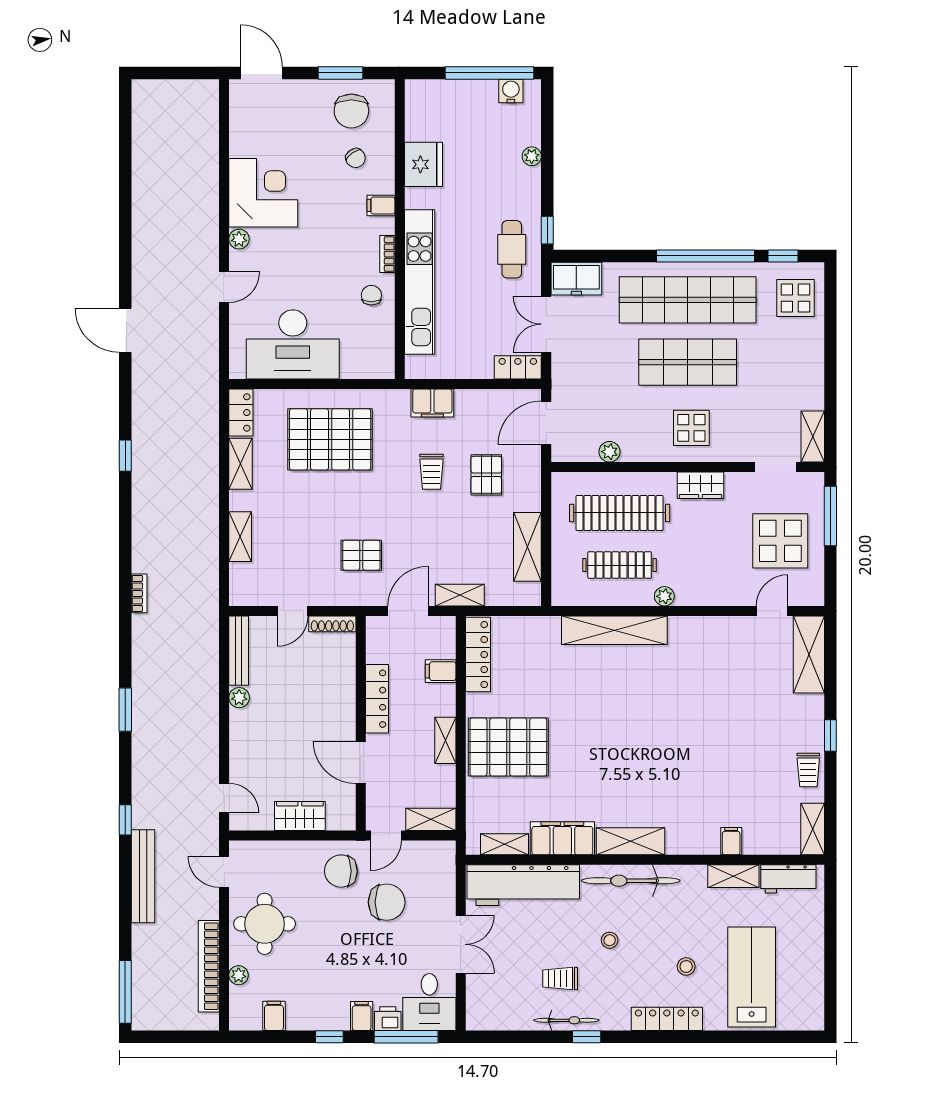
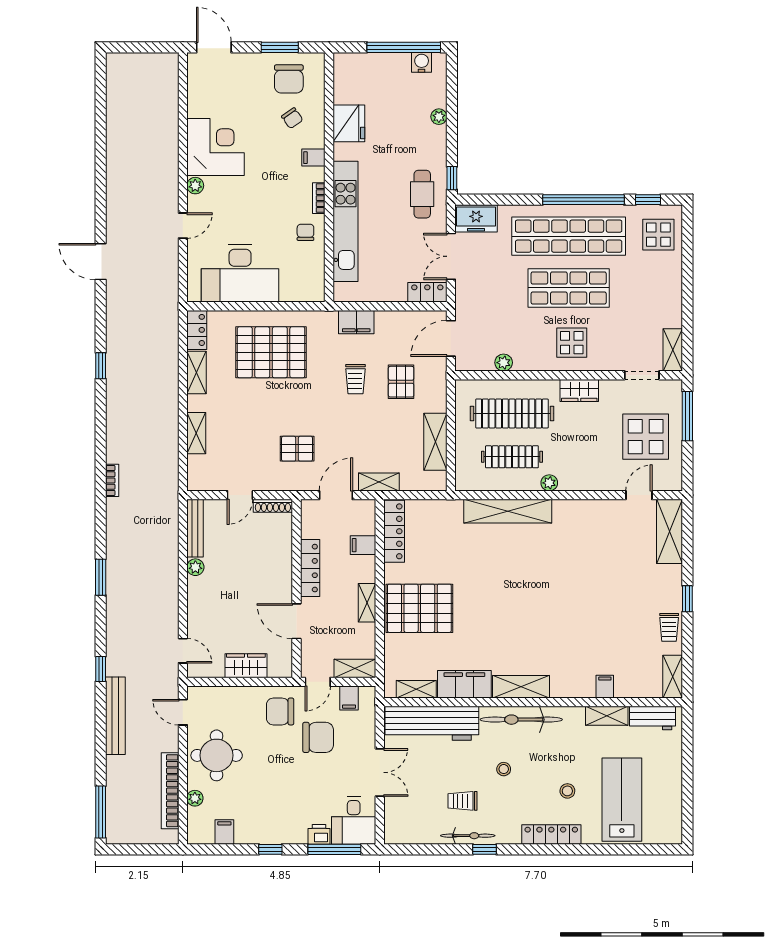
filing cabinet: (362, 1016) -> (349, 698), moved, turned 180

